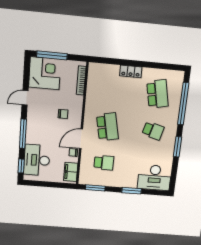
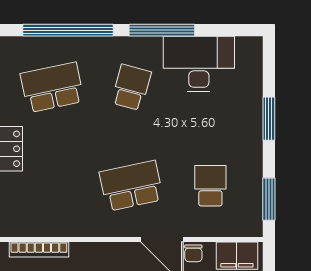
window: (177, 147) -> (162, 30), width x1.44
desk: (155, 178) -> (199, 64), moved, turned -90

